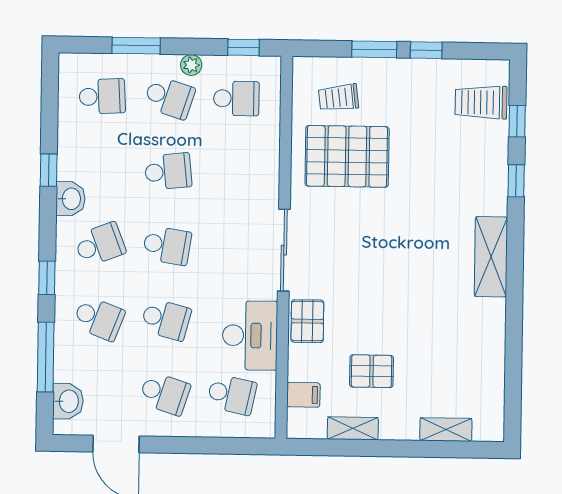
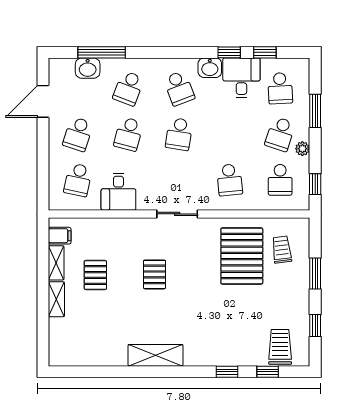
window: (426, 50) -> (315, 326), moved
desk: (86, 153) -> (241, 78), added
school desk: (168, 171) -> (230, 180), moved
sliding door: (284, 250) -> (177, 214), width x0.73
shelving: (491, 257) -> (156, 355), moved
window: (47, 278) -> (265, 52), moved
pallet: (307, 321) -> (155, 274), moved, turned 90
desk: (250, 335) -> (118, 192), width x0.73
filing cabinet: (303, 395) -> (60, 236), moved, turned -90
washbasin: (68, 401) -> (88, 68), moved
shelving: (446, 430) -> (56, 299), moved

